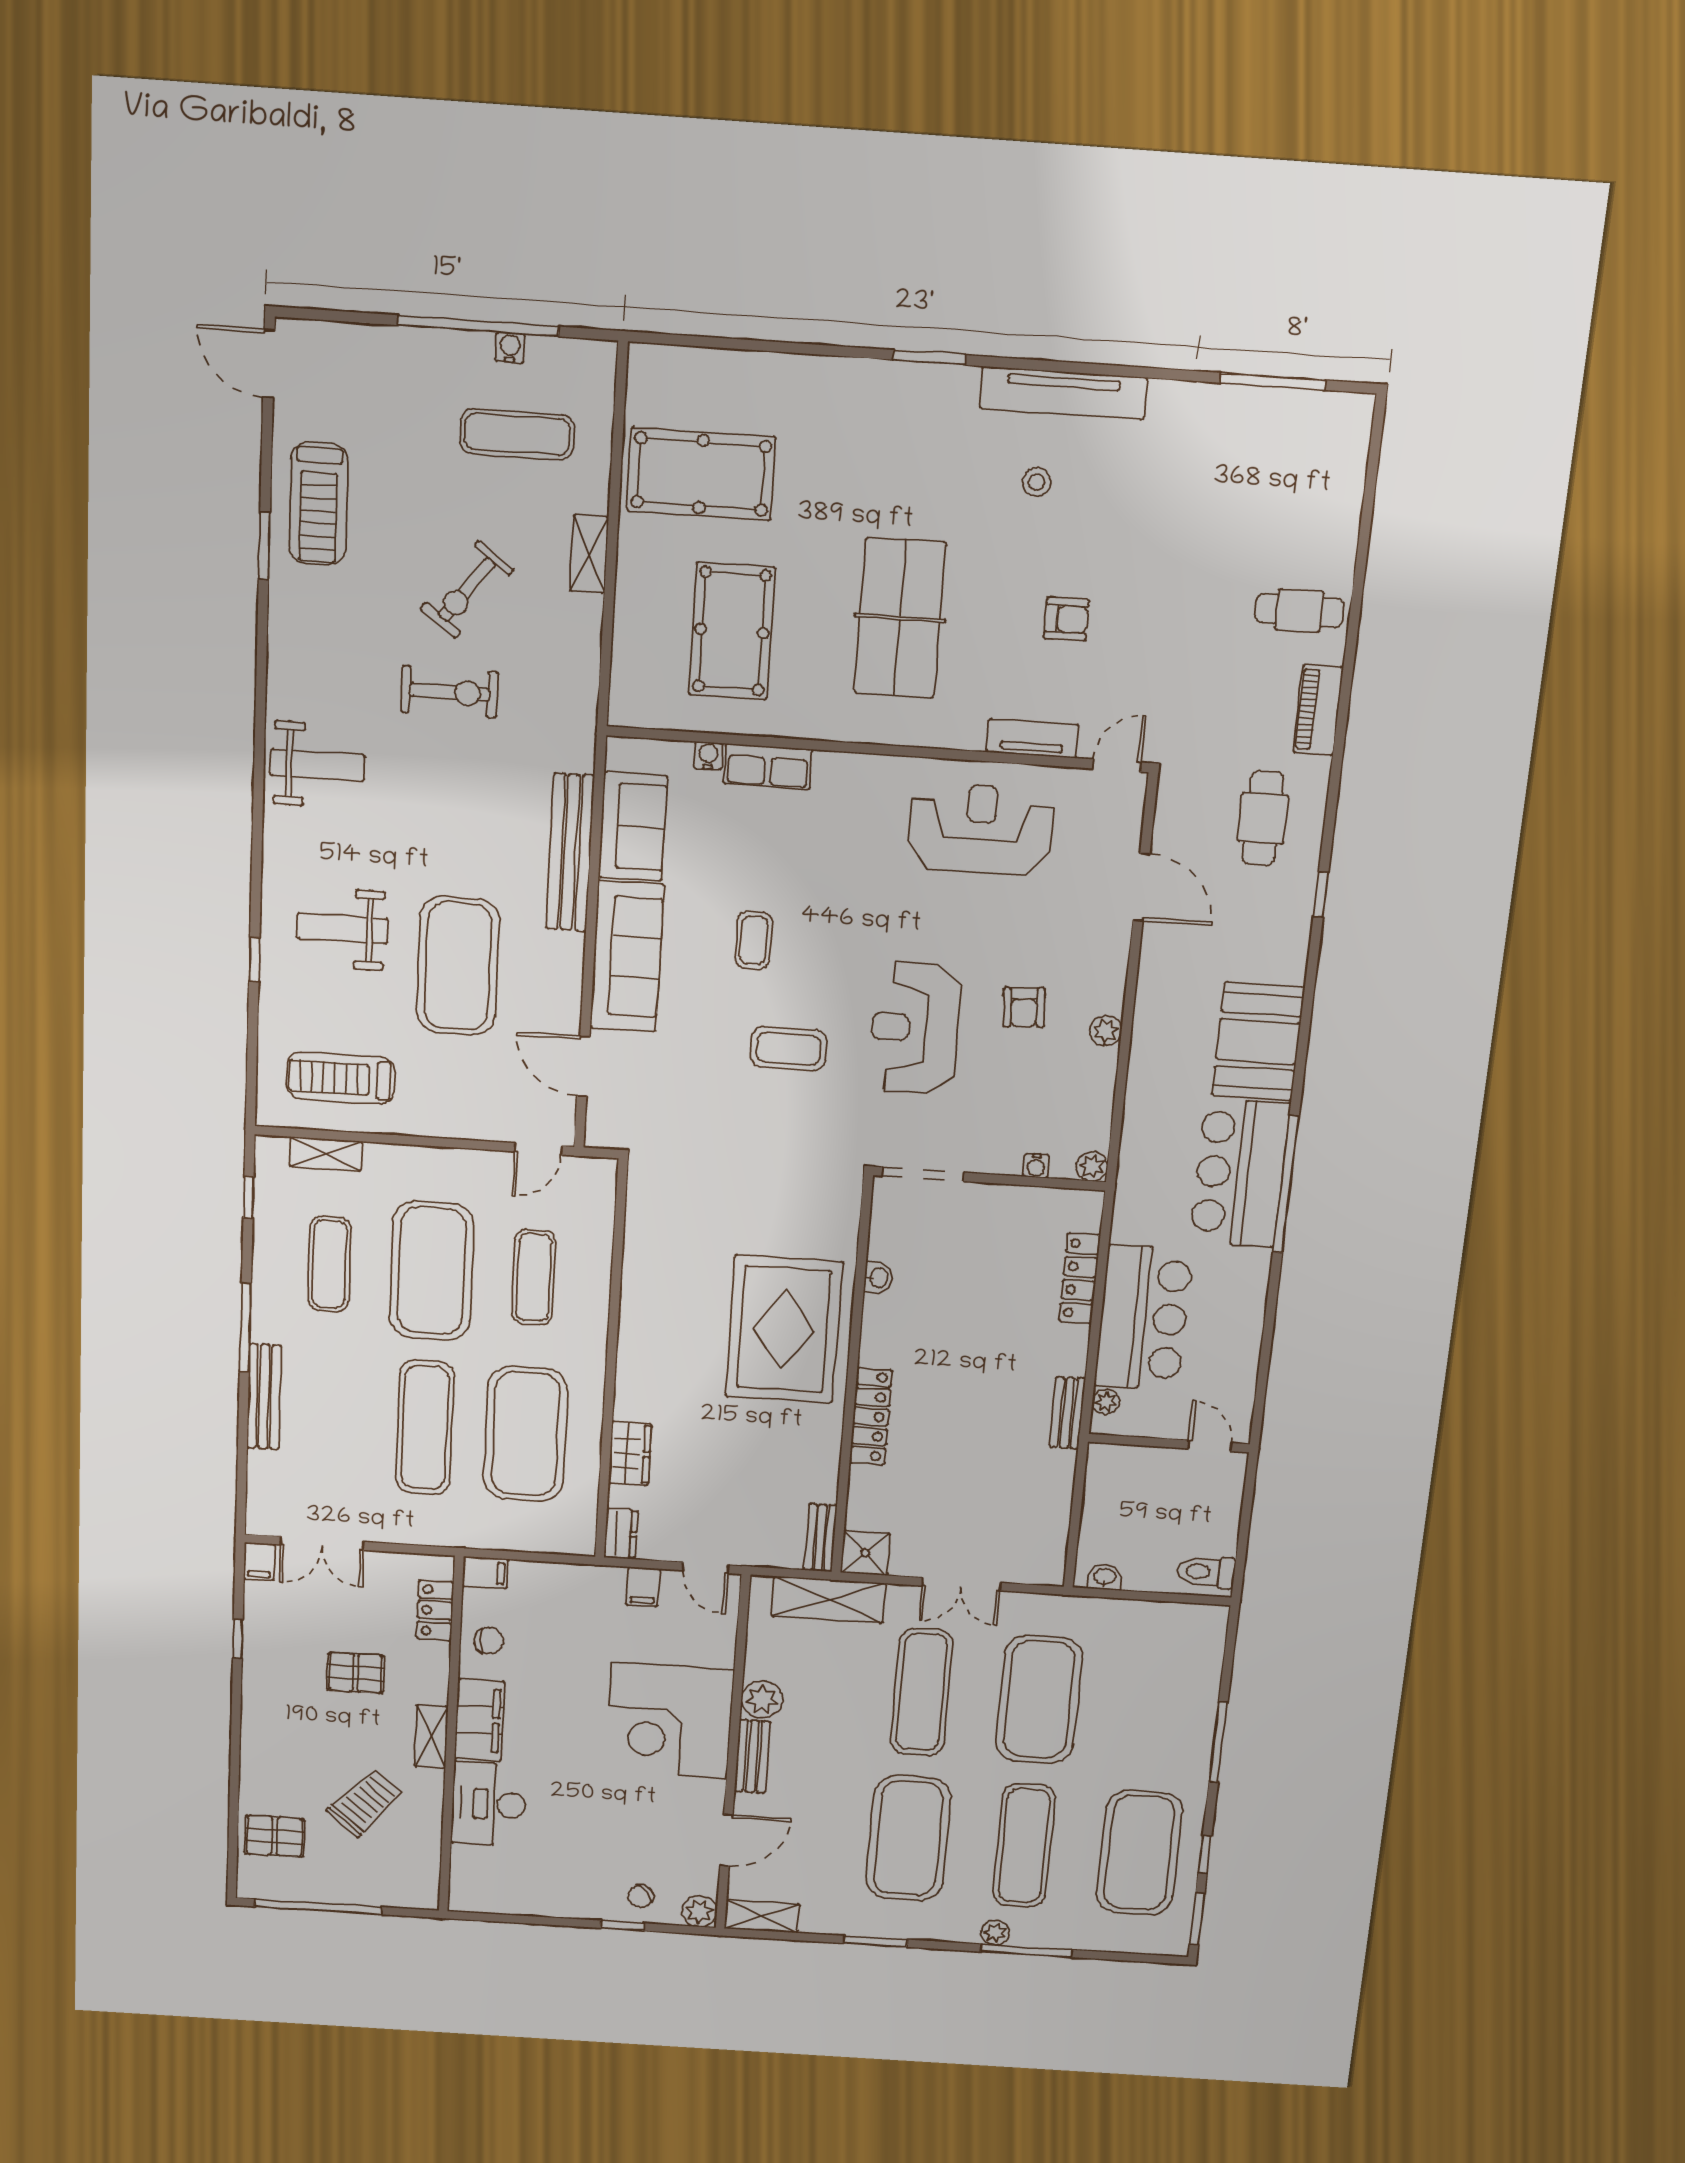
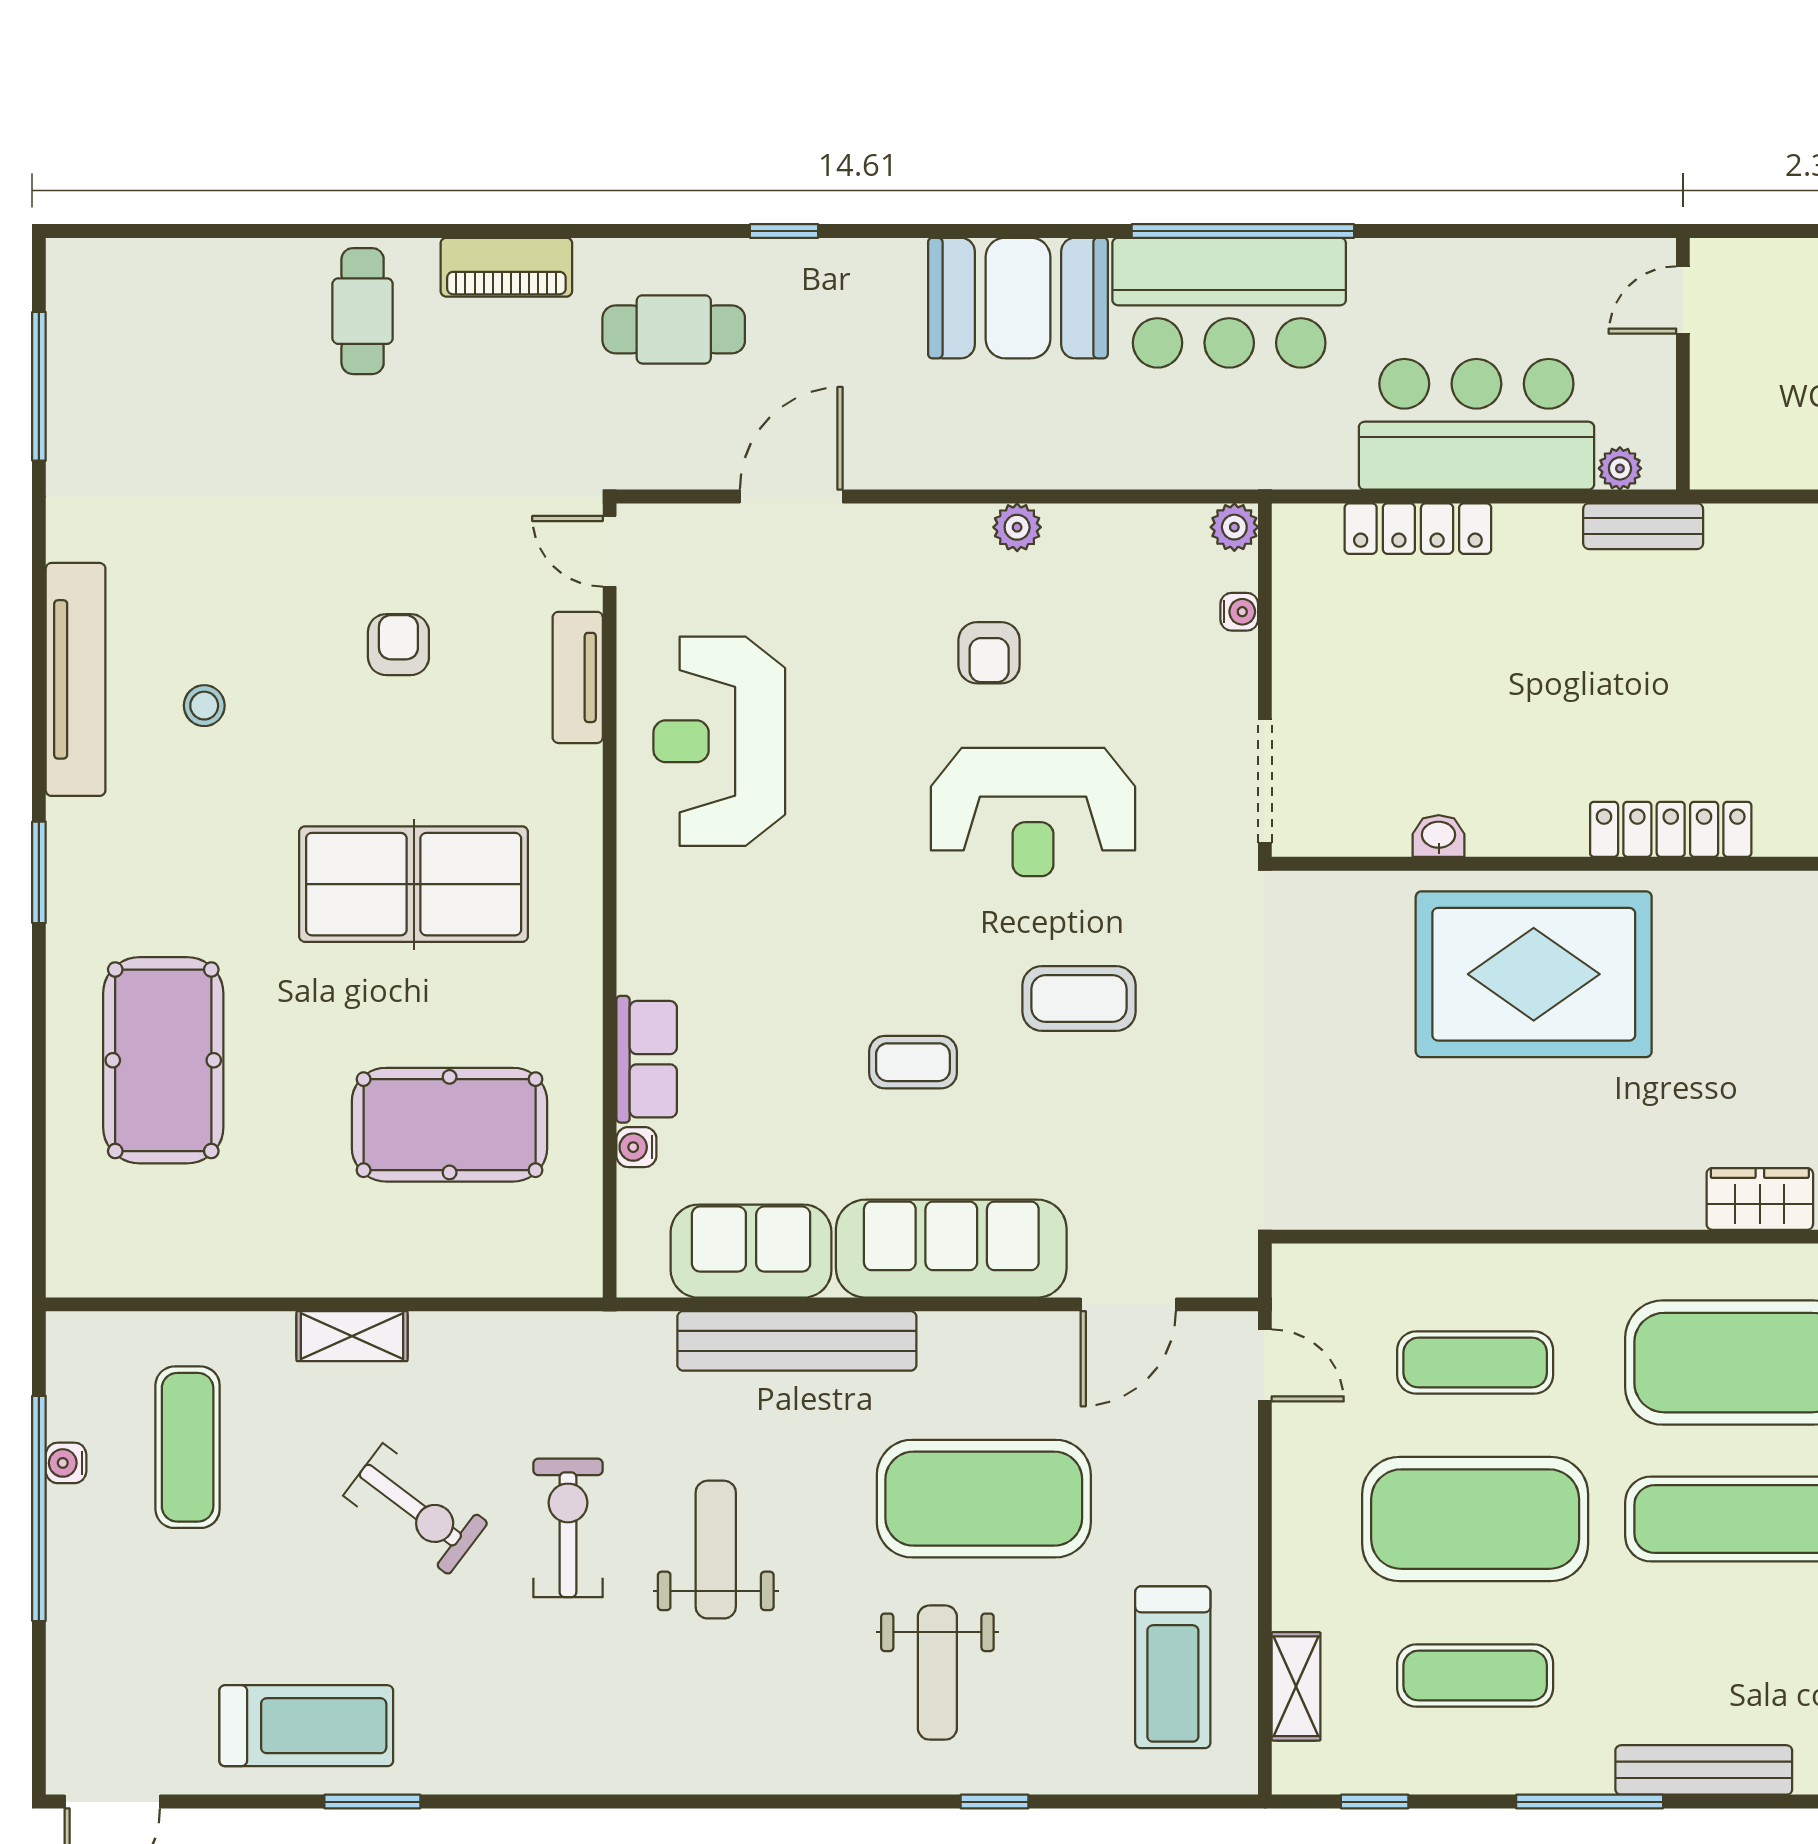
pool table: (701, 474) -> (163, 1060), moved
weight bench: (318, 765) -> (716, 1550), moved
armchair: (1024, 1007) -> (989, 653), turned 94
coffee table: (789, 1049) -> (1079, 998), turned 90

